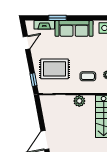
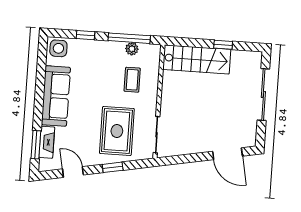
window: (57, 18) -> (36, 145), moved
window: (34, 80) -> (113, 167), moved
plant: (79, 101) -> (170, 96), removed

